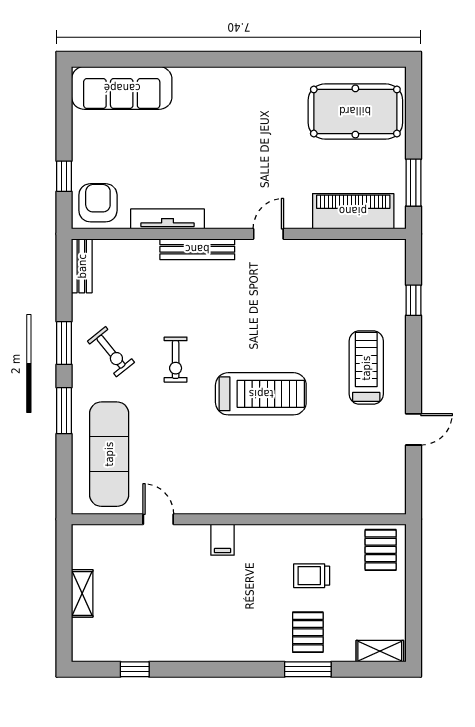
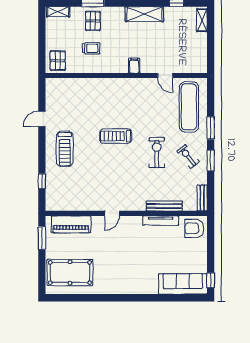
window: (64, 176) -> (211, 280), moved
armchair: (98, 203) -> (194, 228), turned 90
bench: (197, 249) -> (164, 206), moved
exercise bike: (176, 360) -> (157, 153), width x1.38, depth x1.39
treadmill: (261, 394) -> (116, 136), width x0.73, depth x0.73
shelving: (82, 593) -> (202, 20), moved
shelving: (201, 646) -> (144, 14), added

